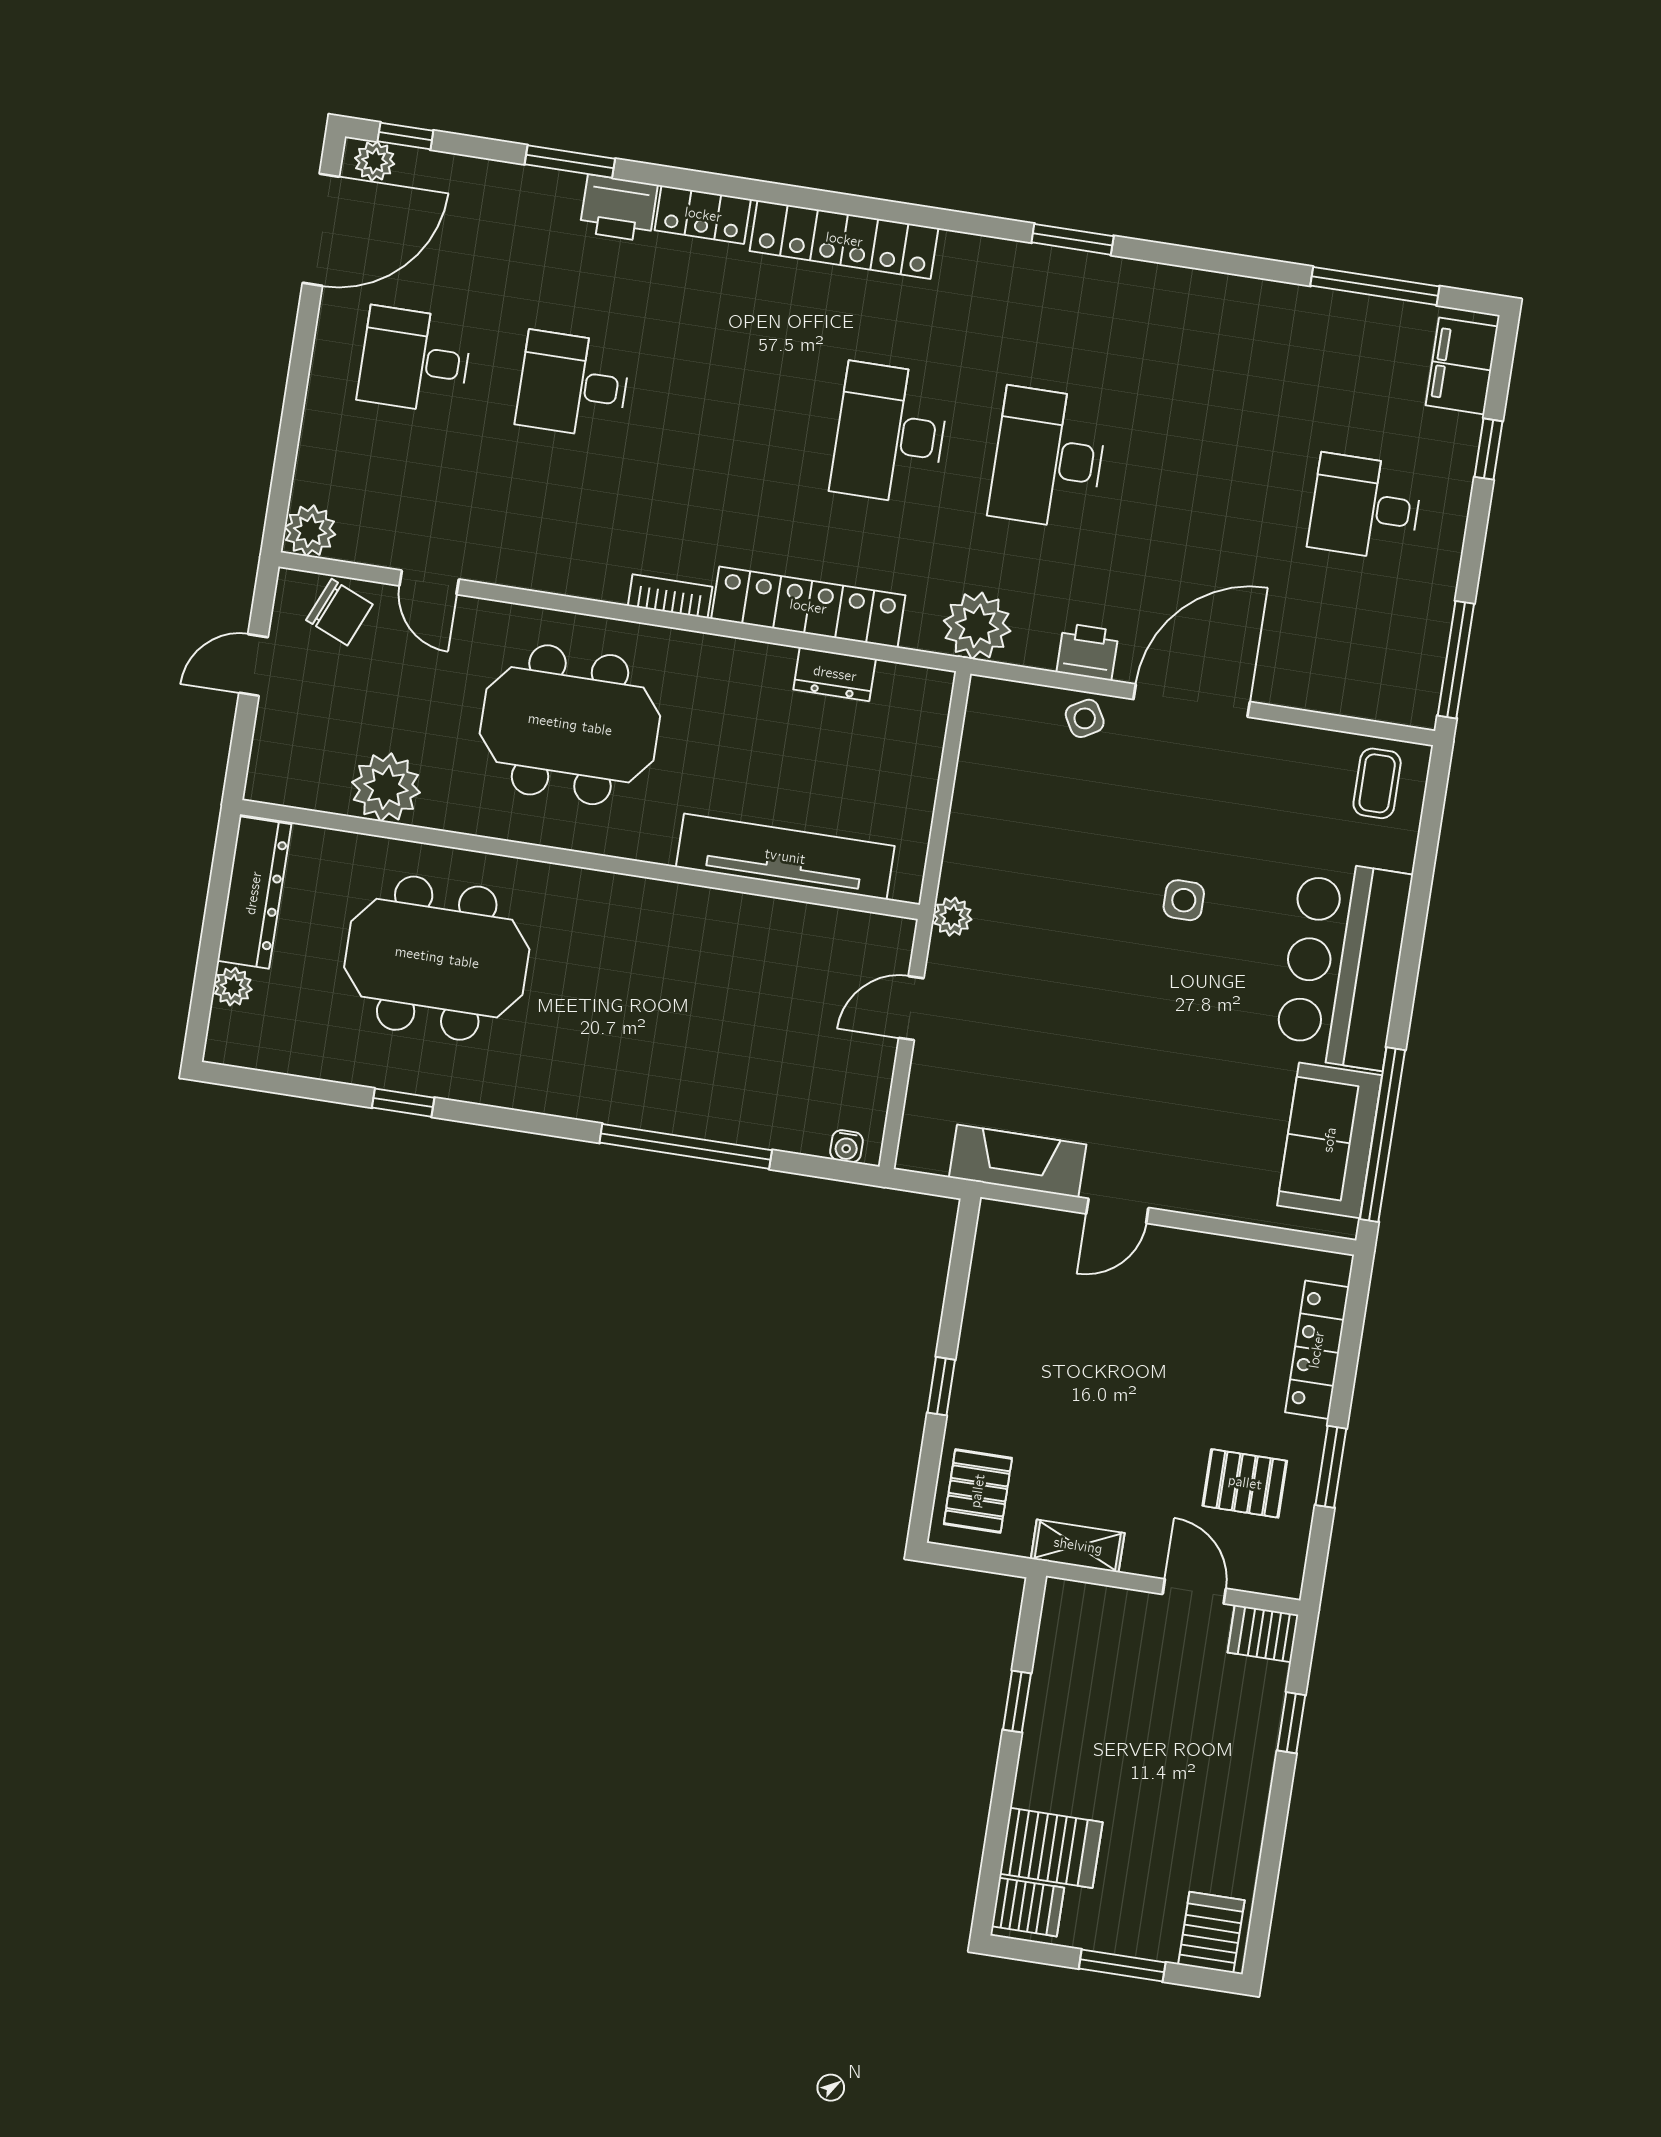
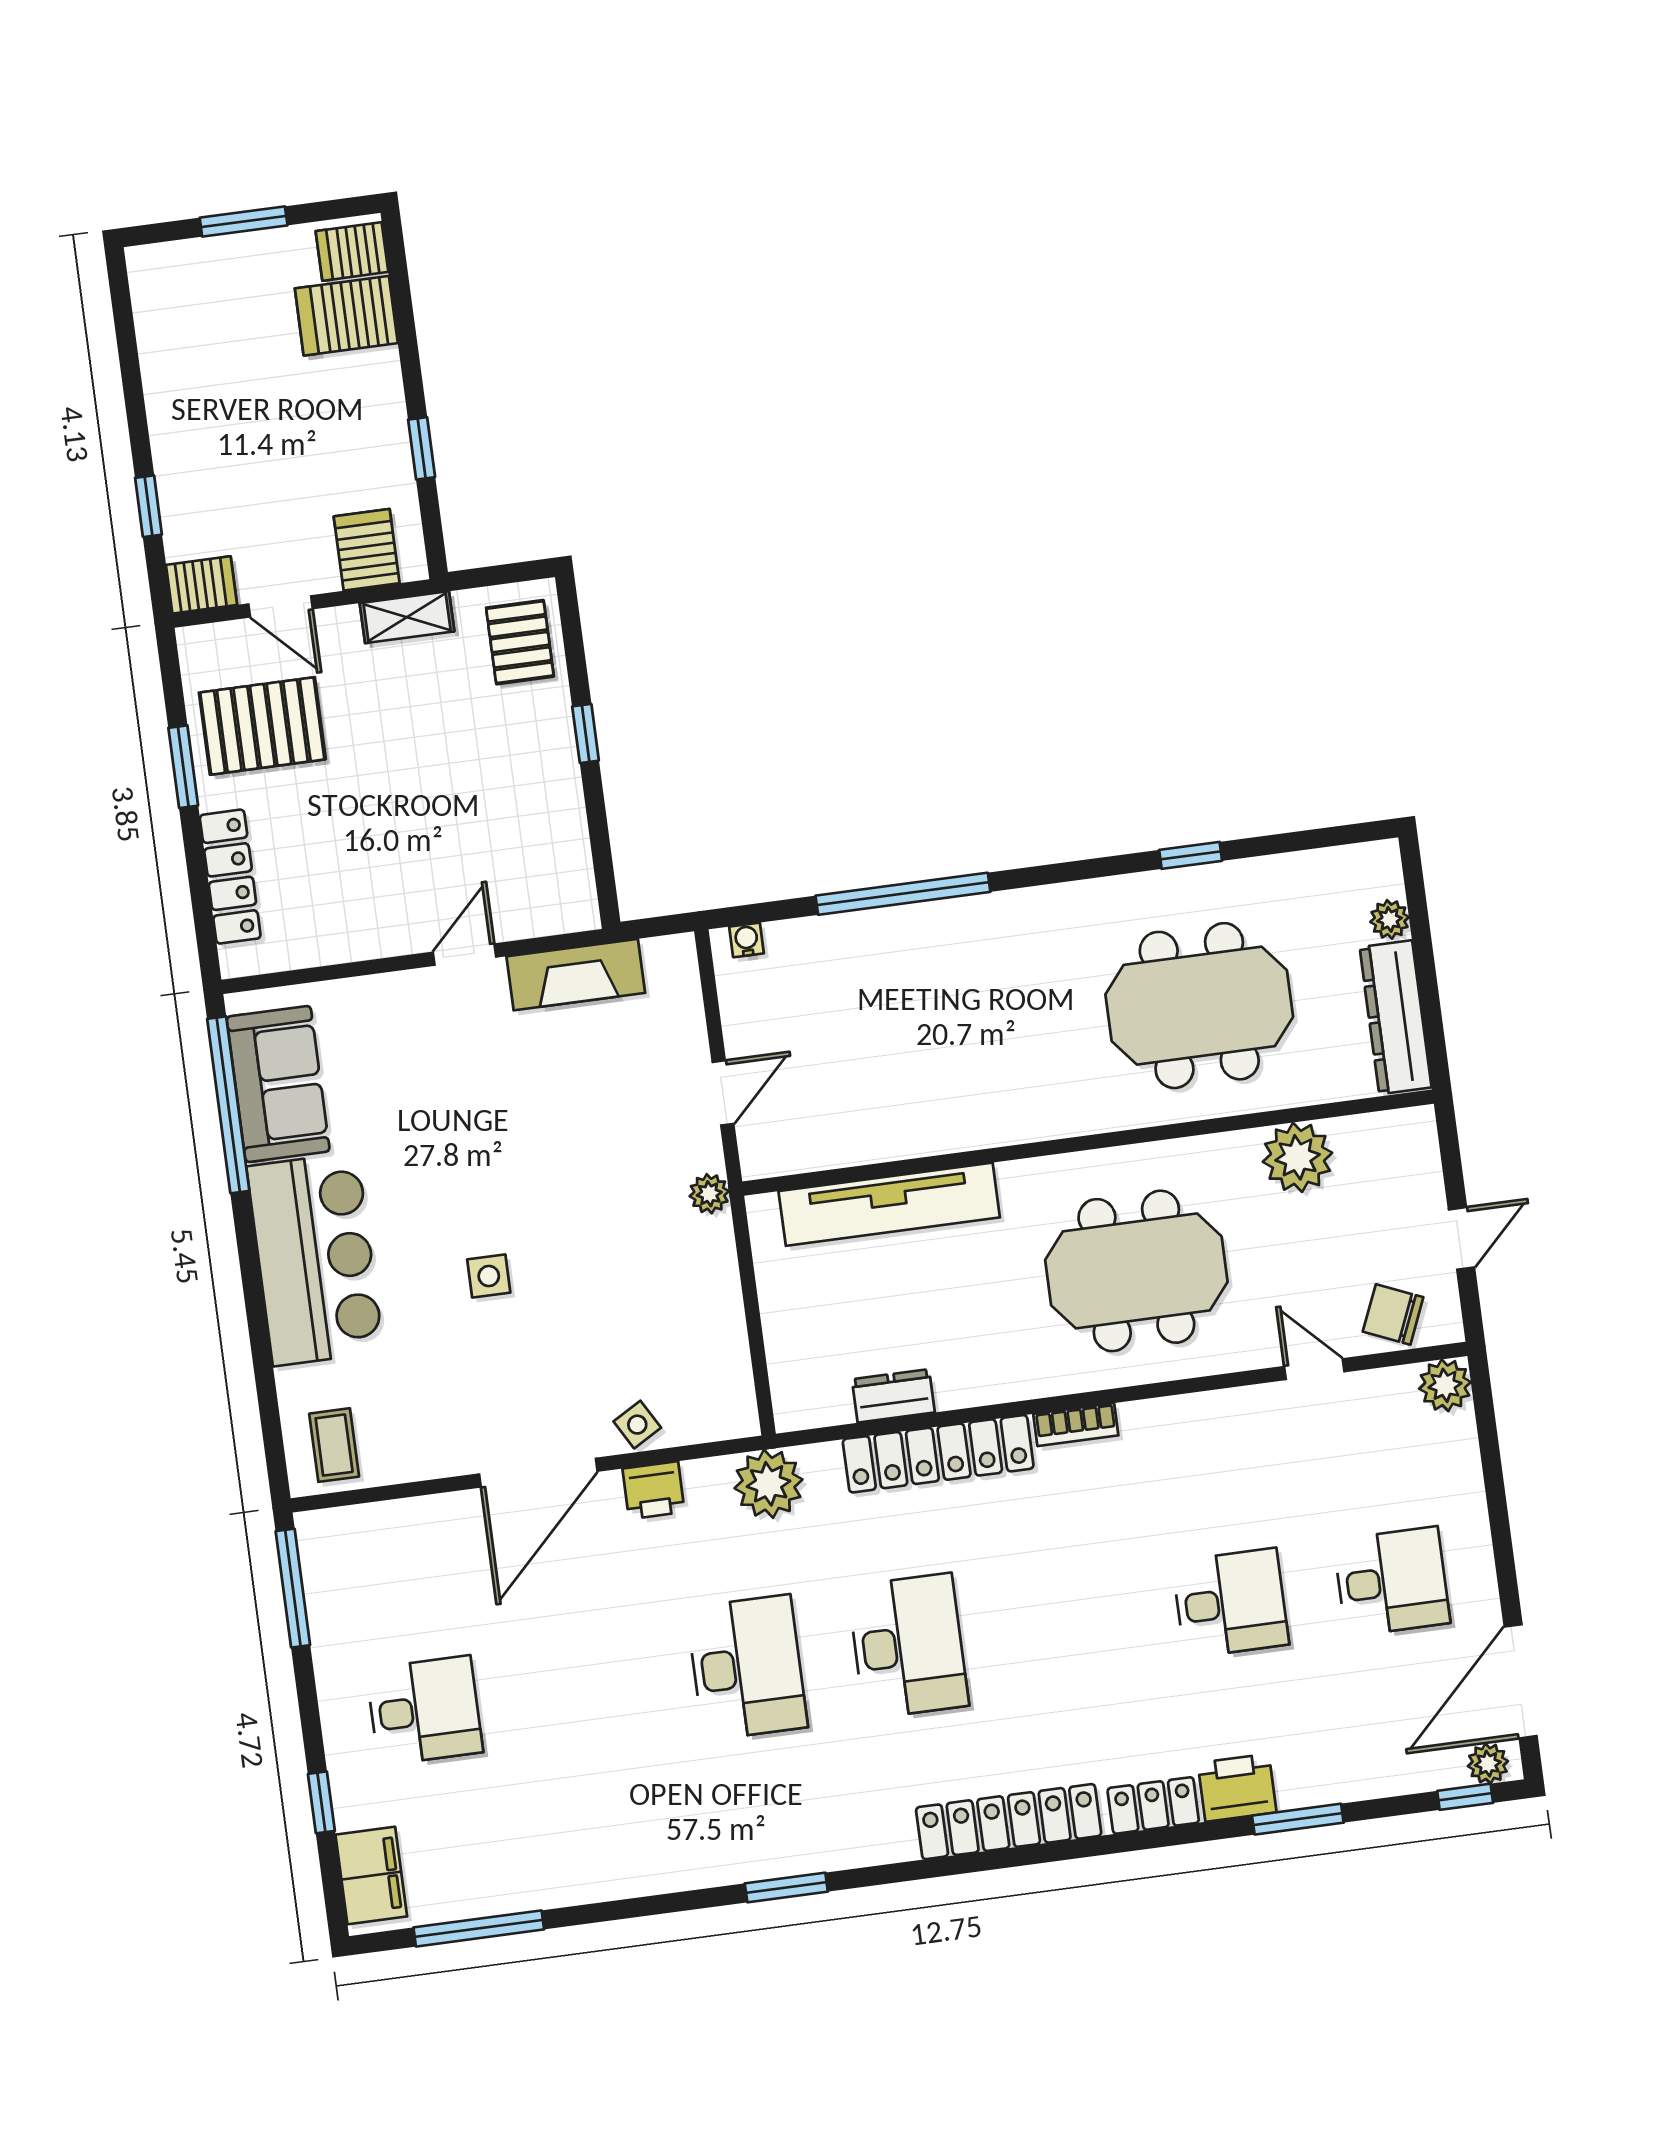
pallet: (1245, 1483) -> (262, 726), width x1.50, depth x1.42
server rack: (1211, 1932) -> (367, 550), moved, turned 180

